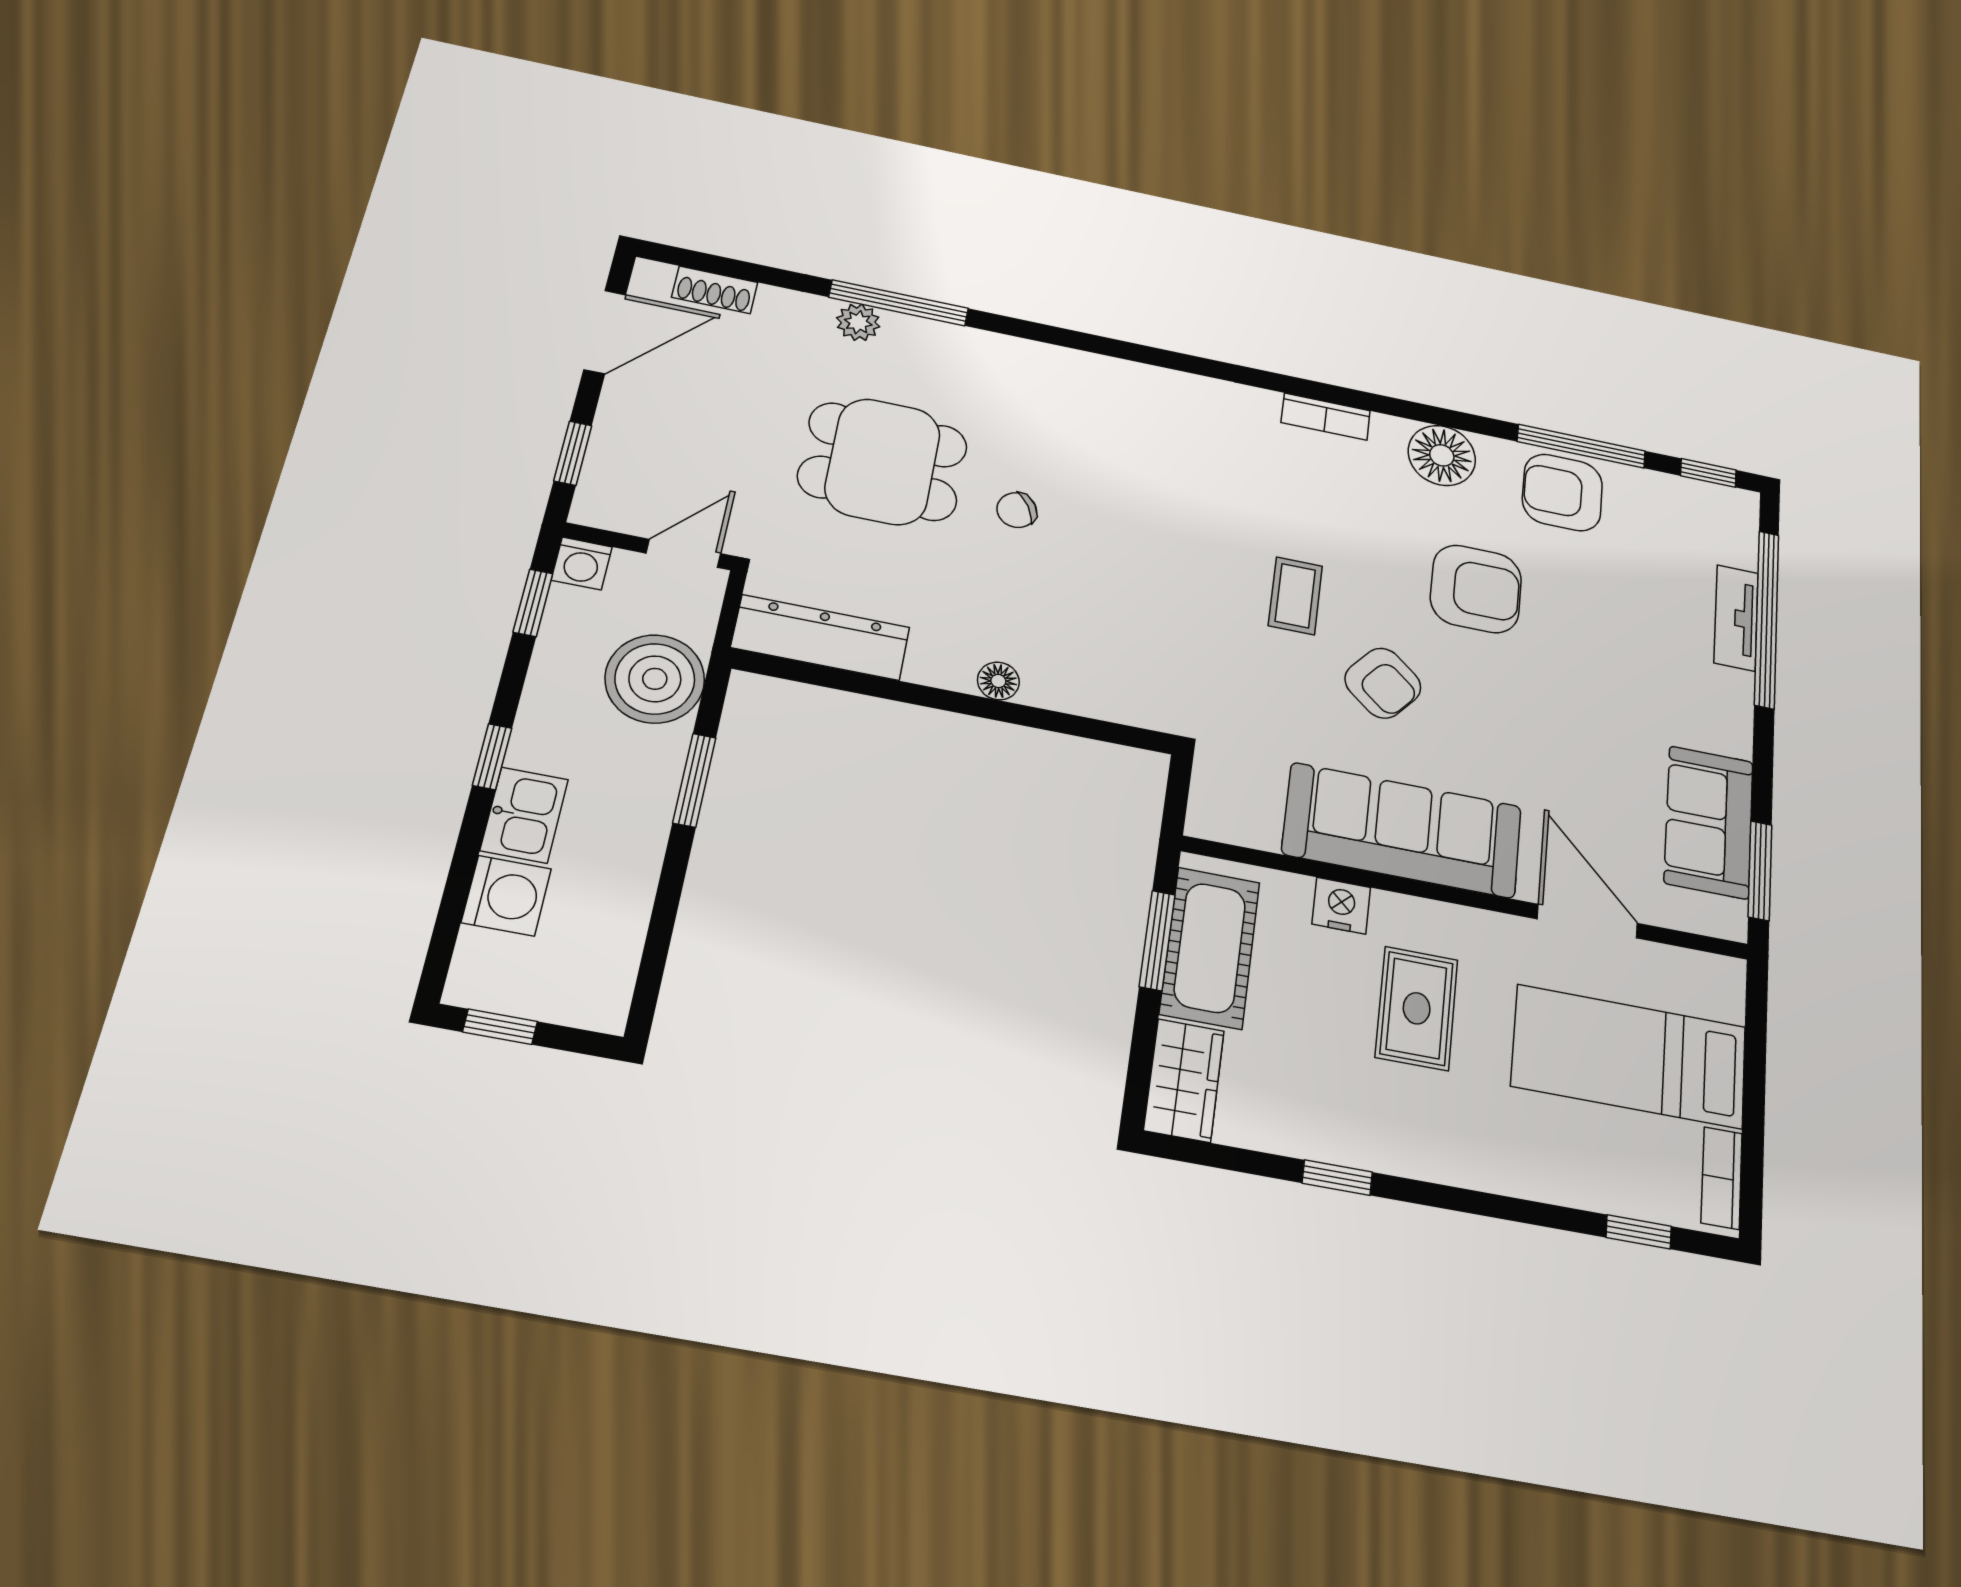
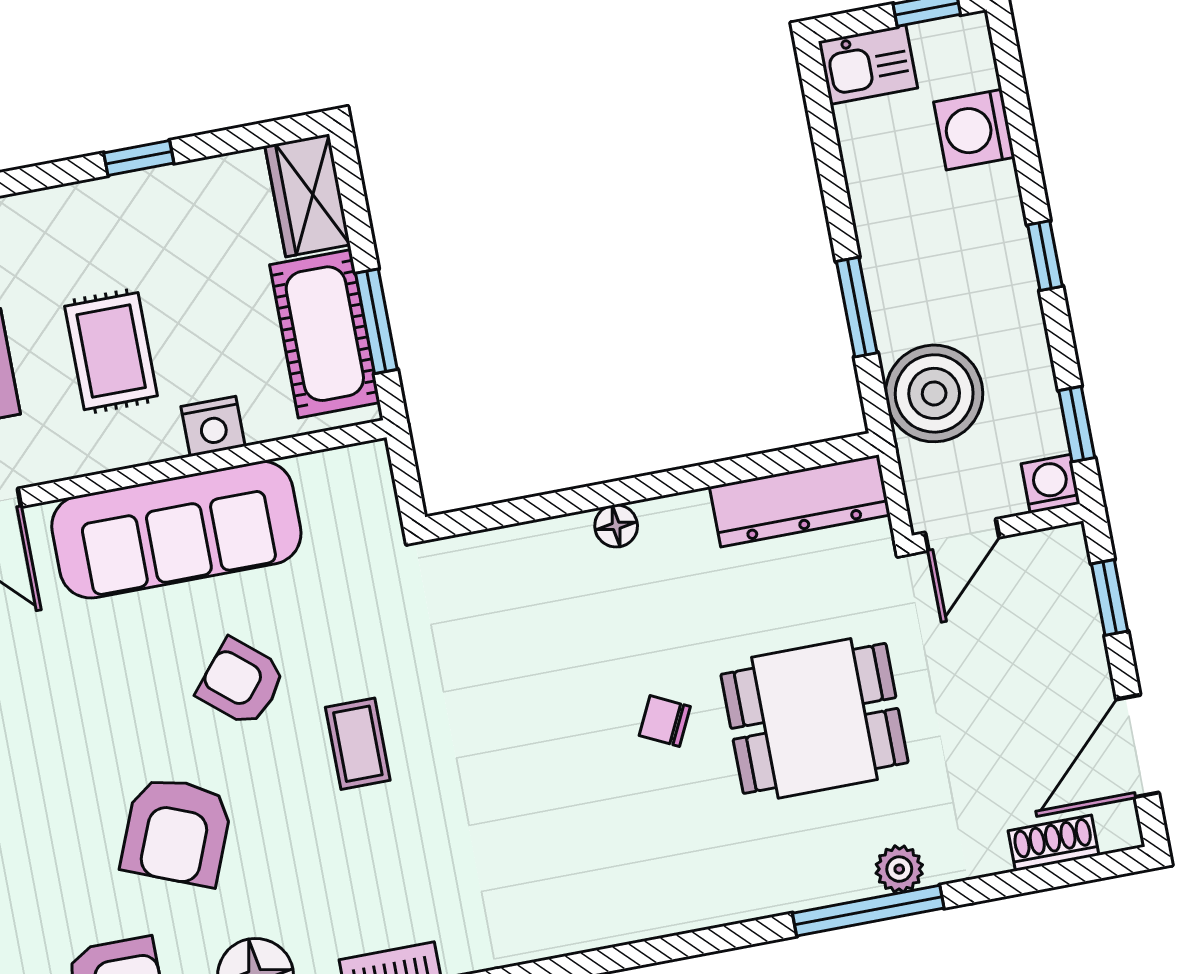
chair: (1017, 510) -> (665, 721), turned -123
armchair: (1476, 589) -> (177, 831), turned -68
kitchen sink: (524, 815) -> (868, 65), moved, turned -90

